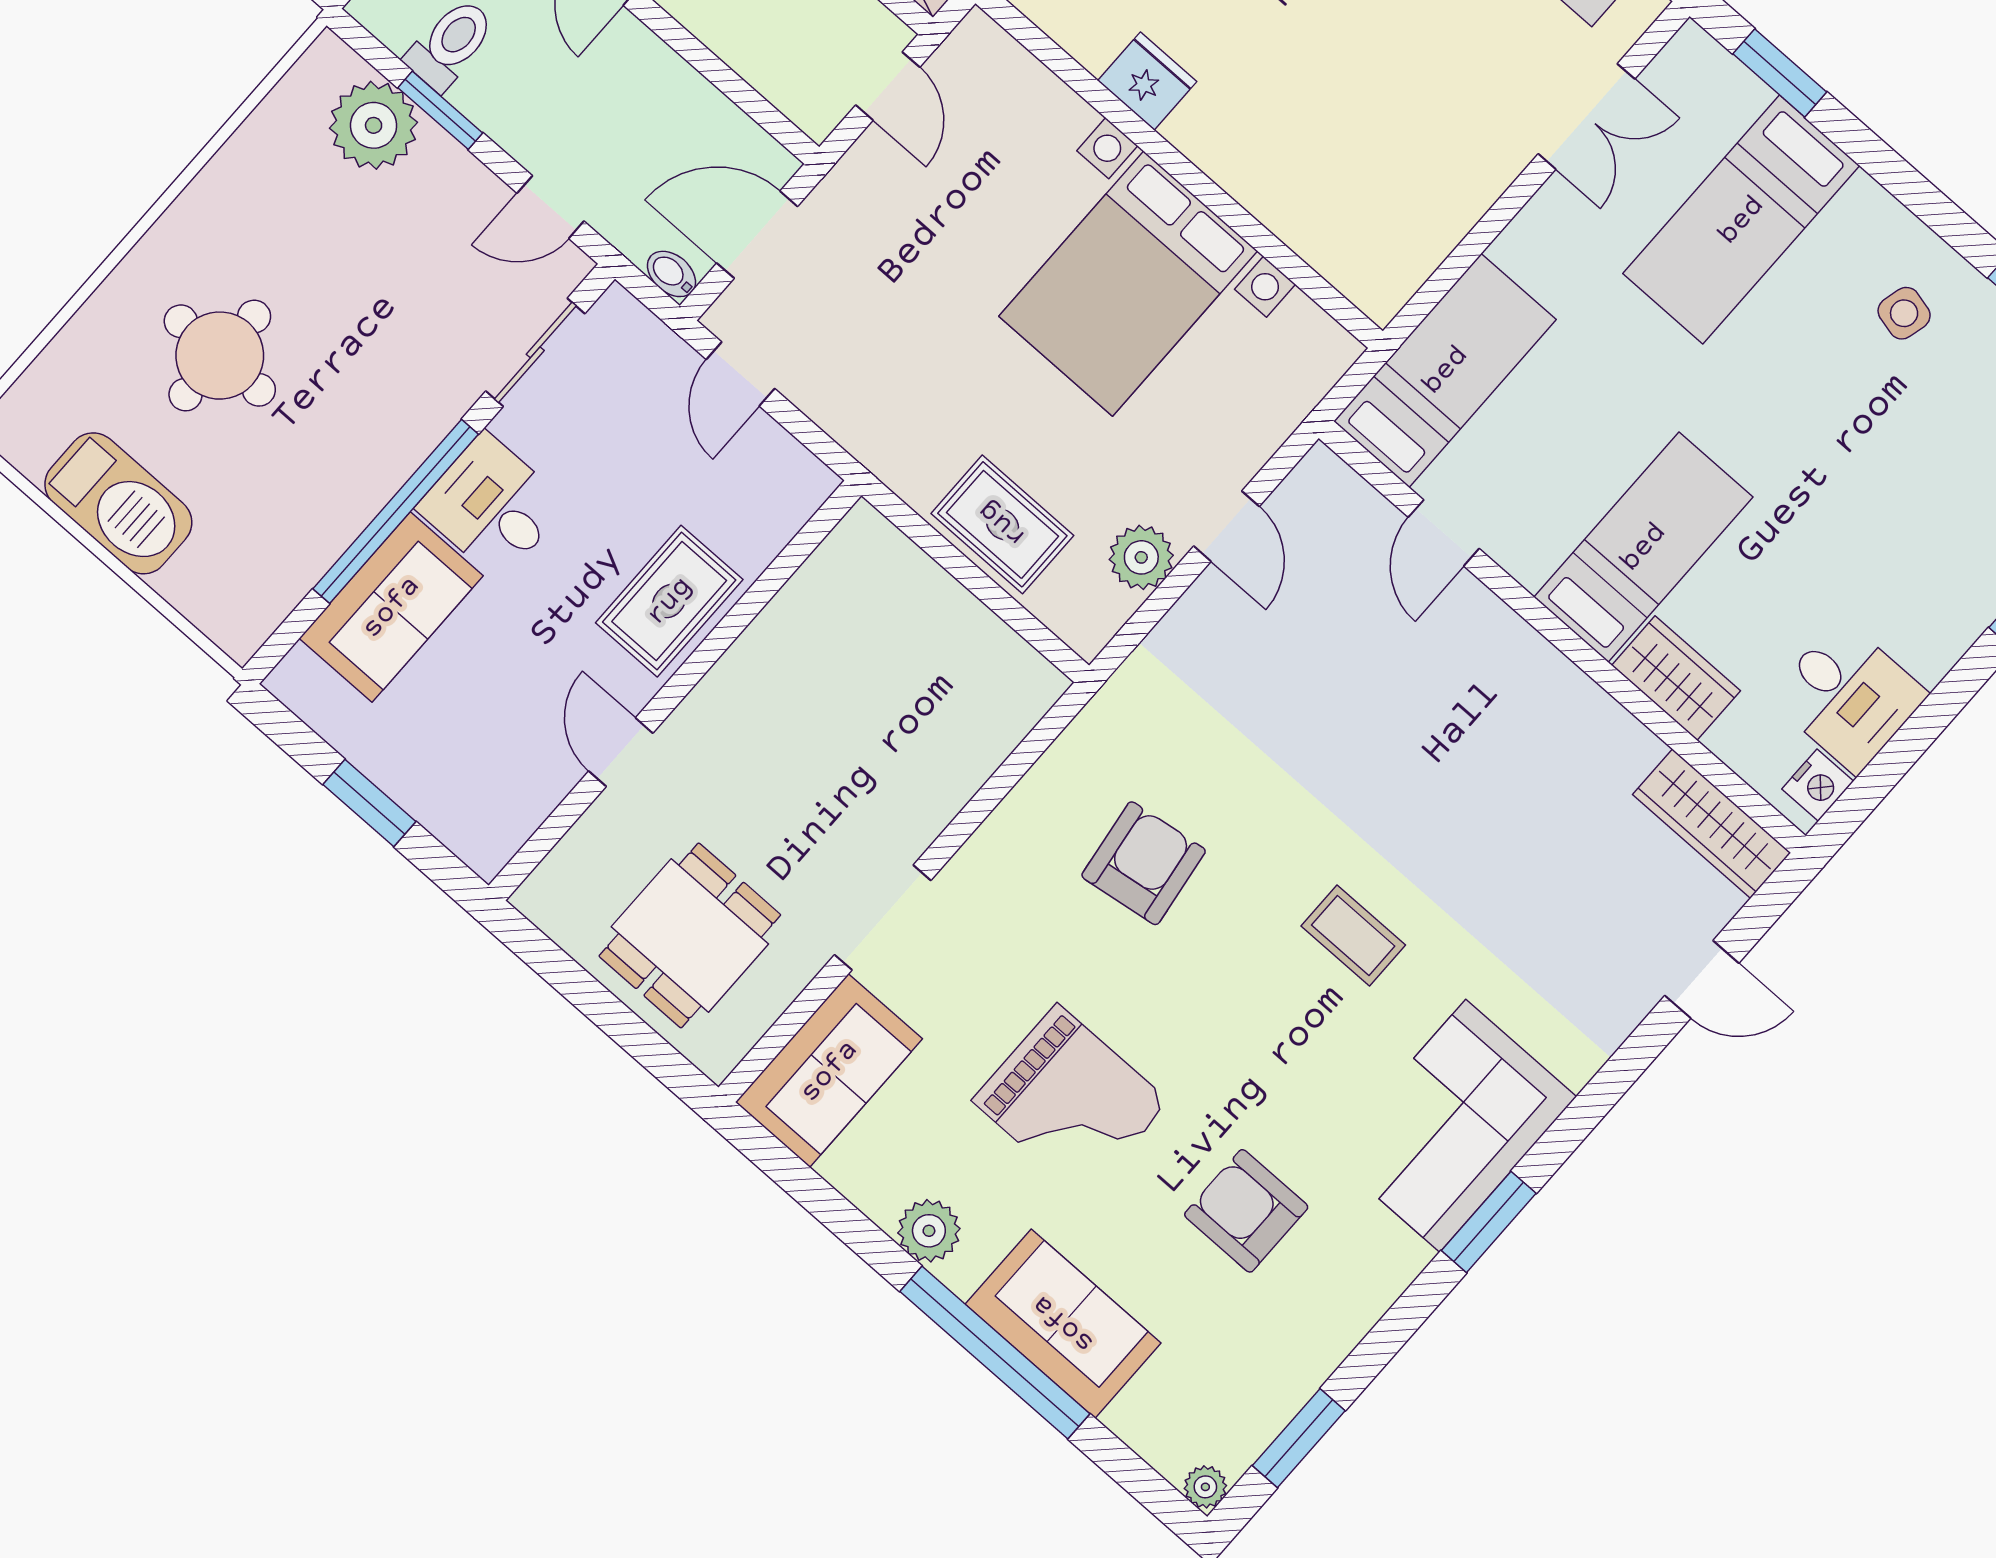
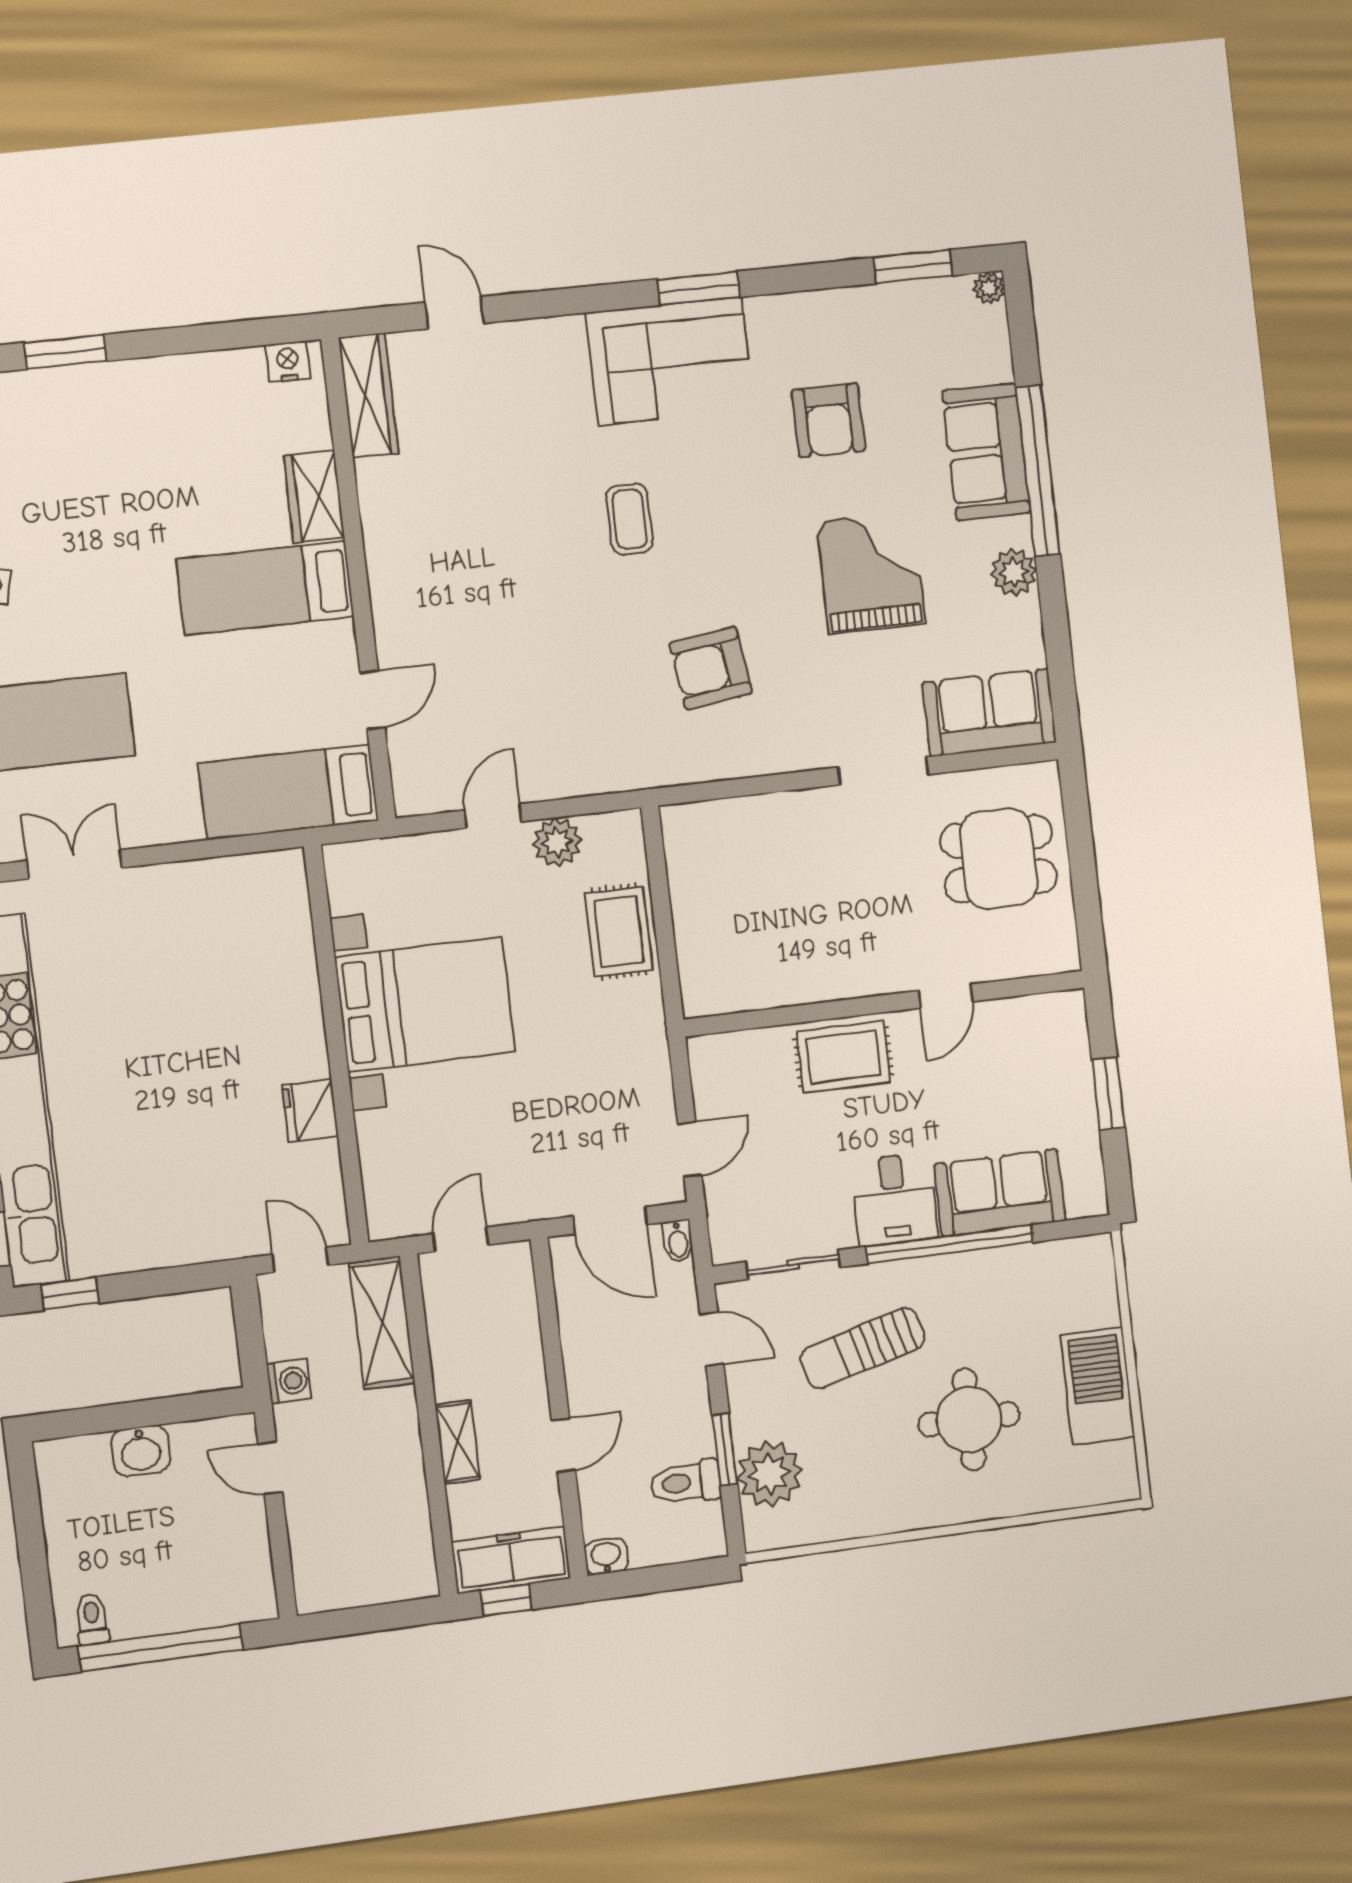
sun lounger: (392, 332) -> (862, 1348), added
desk: (1848, 696) -> (224, 396), removed

